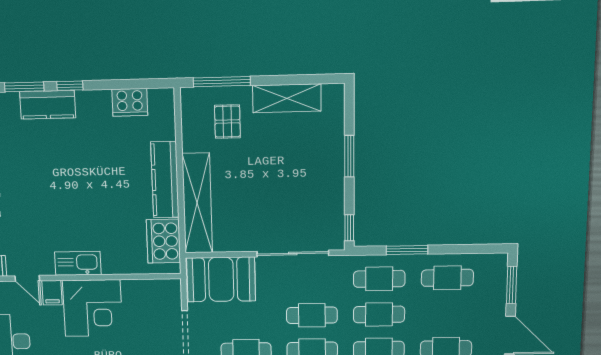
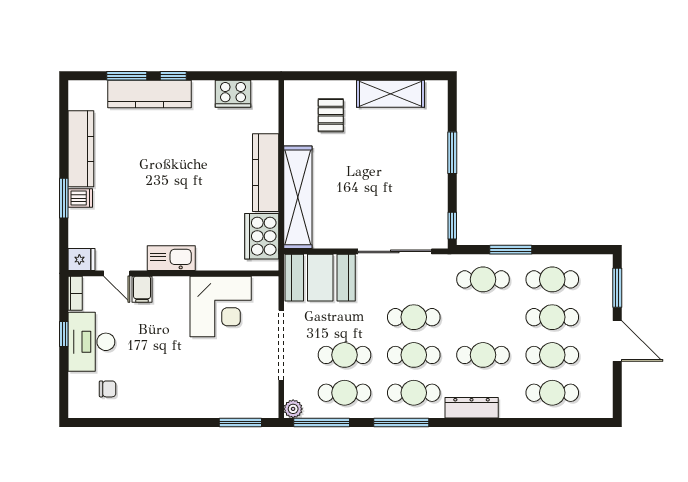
window: (222, 82) -> (326, 76), removed
kitchen counter: (48, 105) -> (150, 94), width x1.50
corner desk: (93, 308) -> (221, 306), moved
cafe table: (379, 314) -> (552, 317), moved

